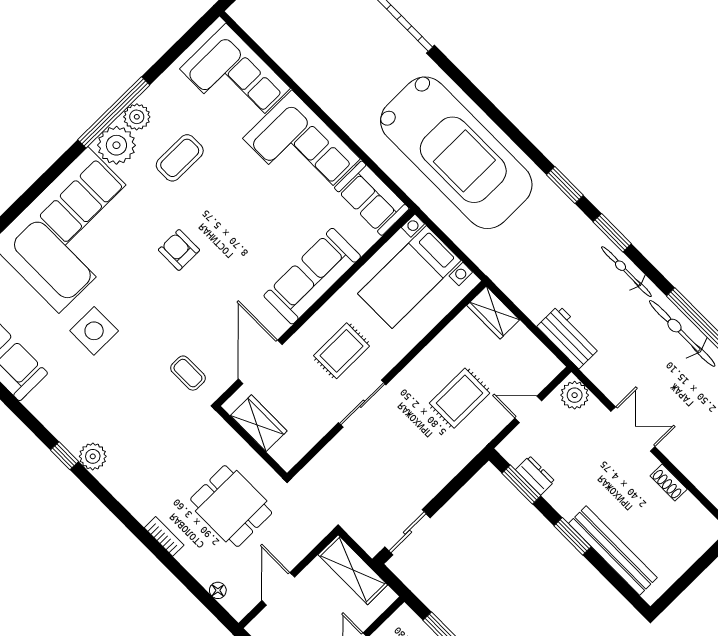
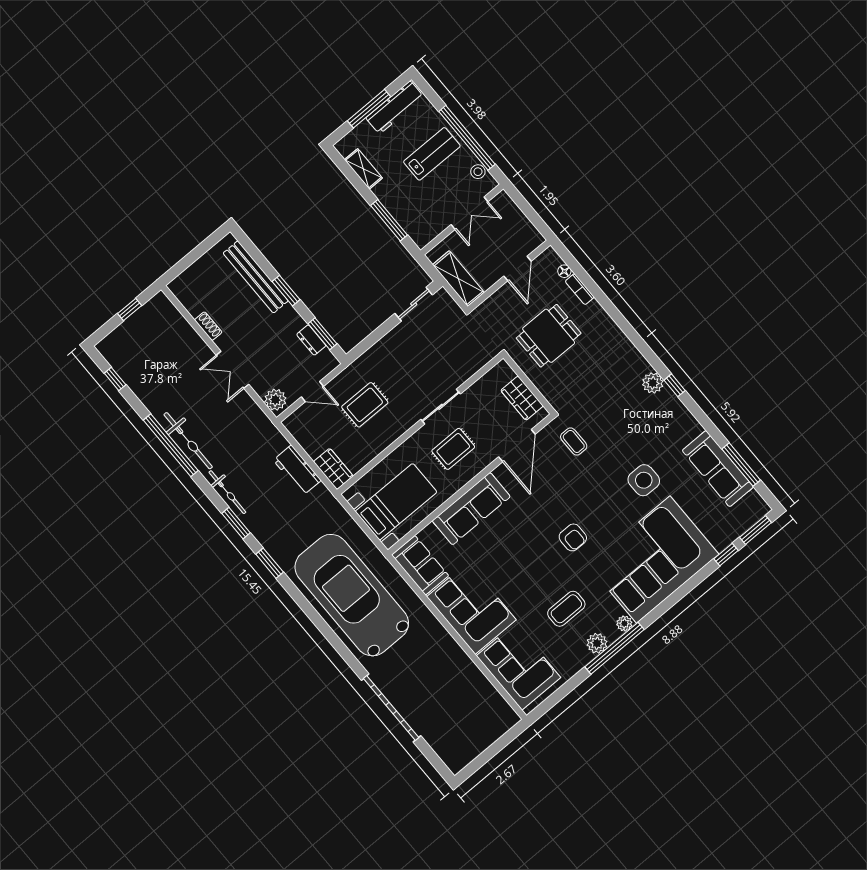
plant: (116, 145) -> (624, 623), width x0.53, depth x0.53
workbench: (569, 337) -> (297, 470), moved
dining table: (231, 506) -> (549, 336), turned 90
bookcase: (164, 536) -> (580, 289), moved

